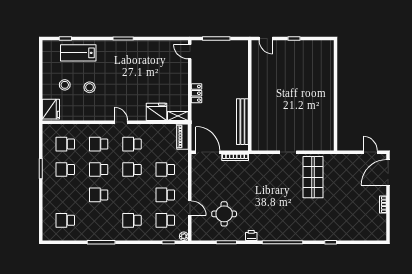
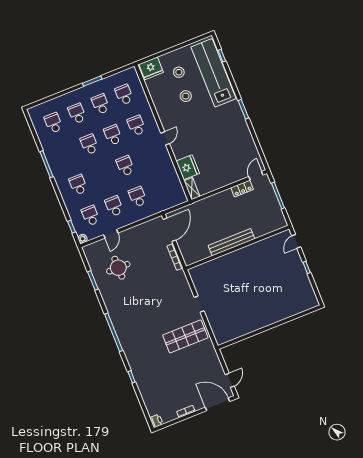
lab bench: (78, 53) -> (213, 73), width x1.86, depth x1.39
locker: (197, 93) -> (242, 189), moved
bench: (242, 122) -> (231, 242), moved
piano: (182, 137) -> (175, 200), removed
school desk: (132, 144) -> (77, 113), moved
printer: (251, 235) -> (156, 421), moved

